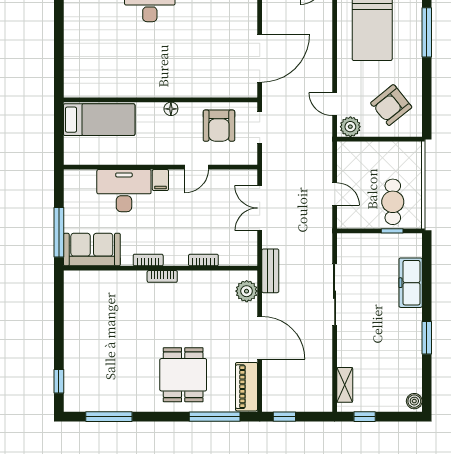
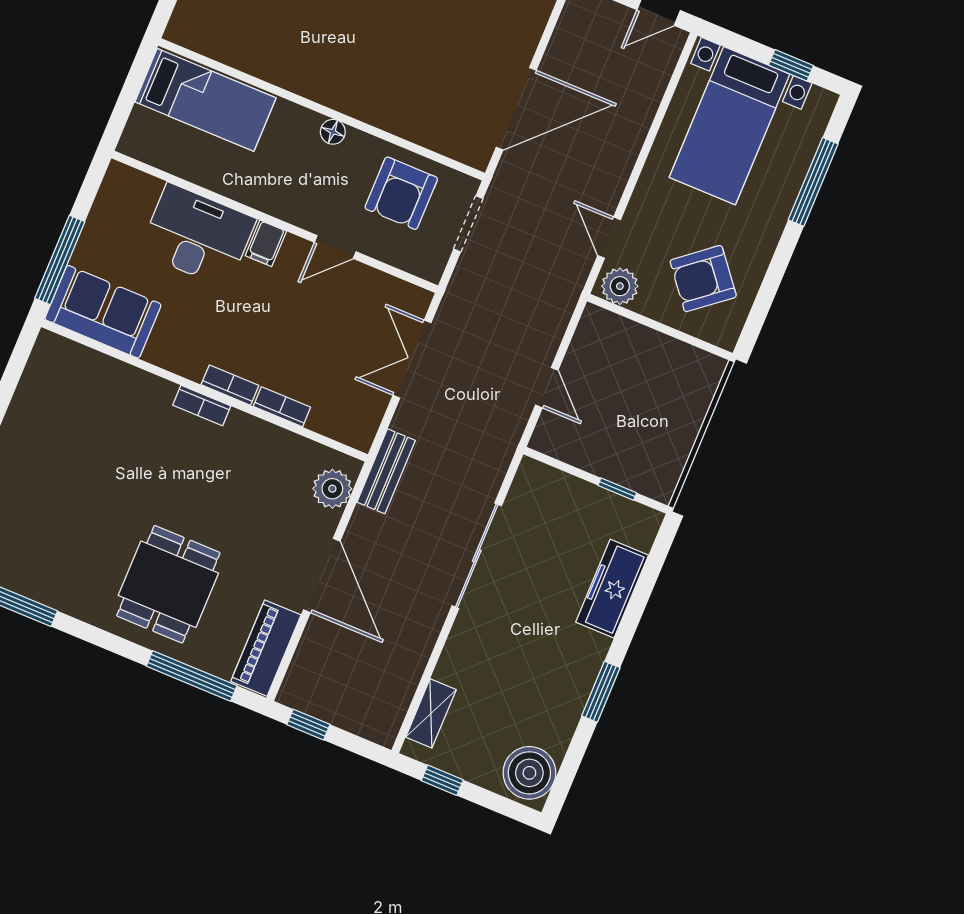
cafe table: (393, 202) -> (639, 441), removed
bookcase: (148, 260) -> (230, 385), moved
boiler: (414, 401) -> (529, 773), width x1.86, depth x1.86

